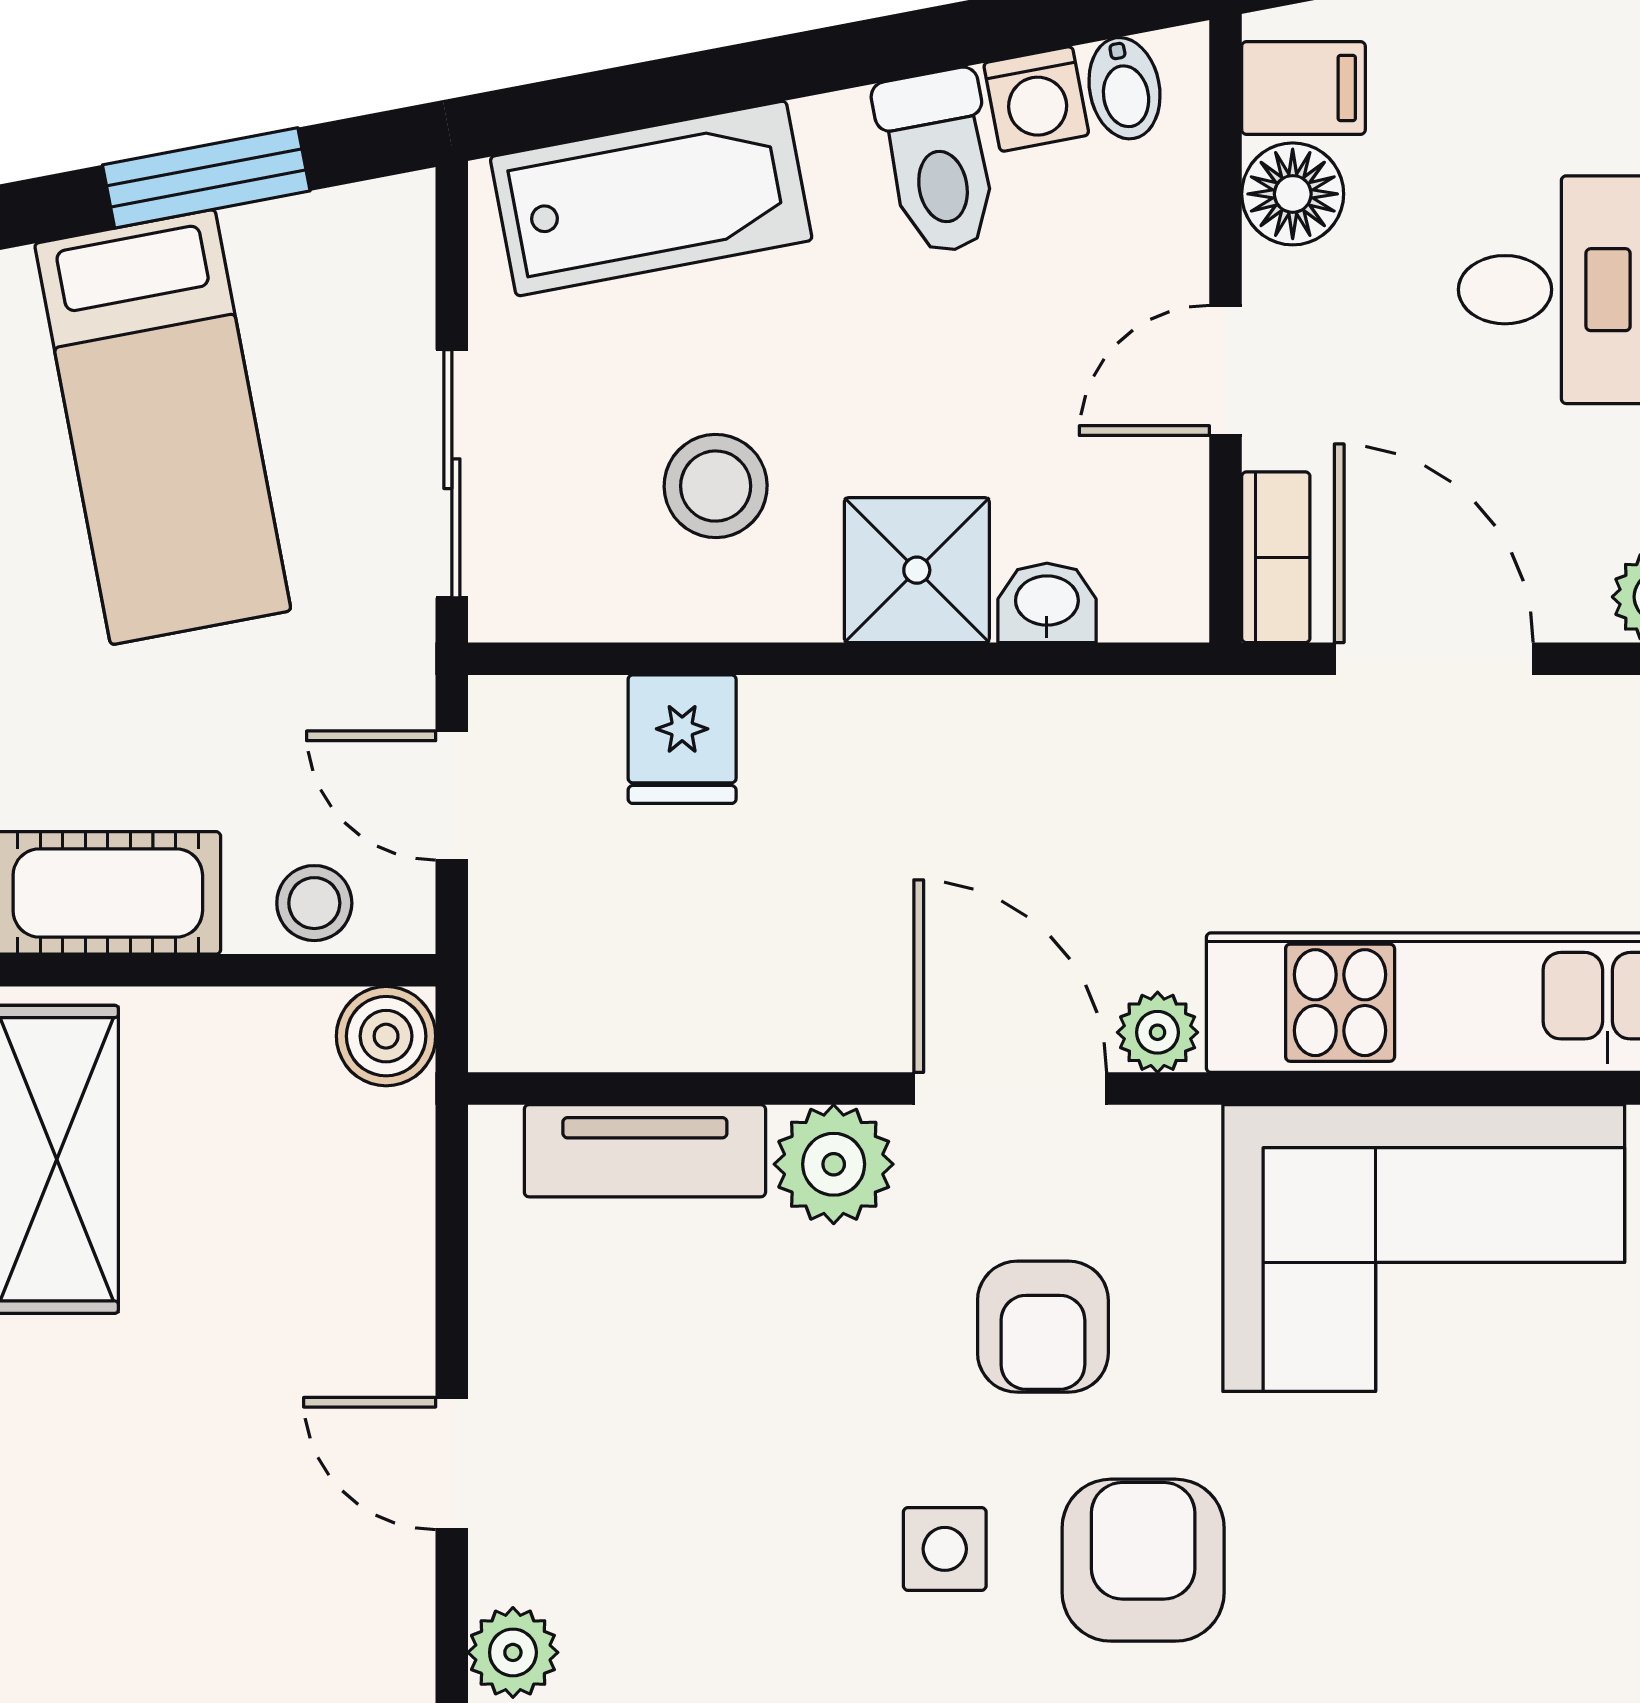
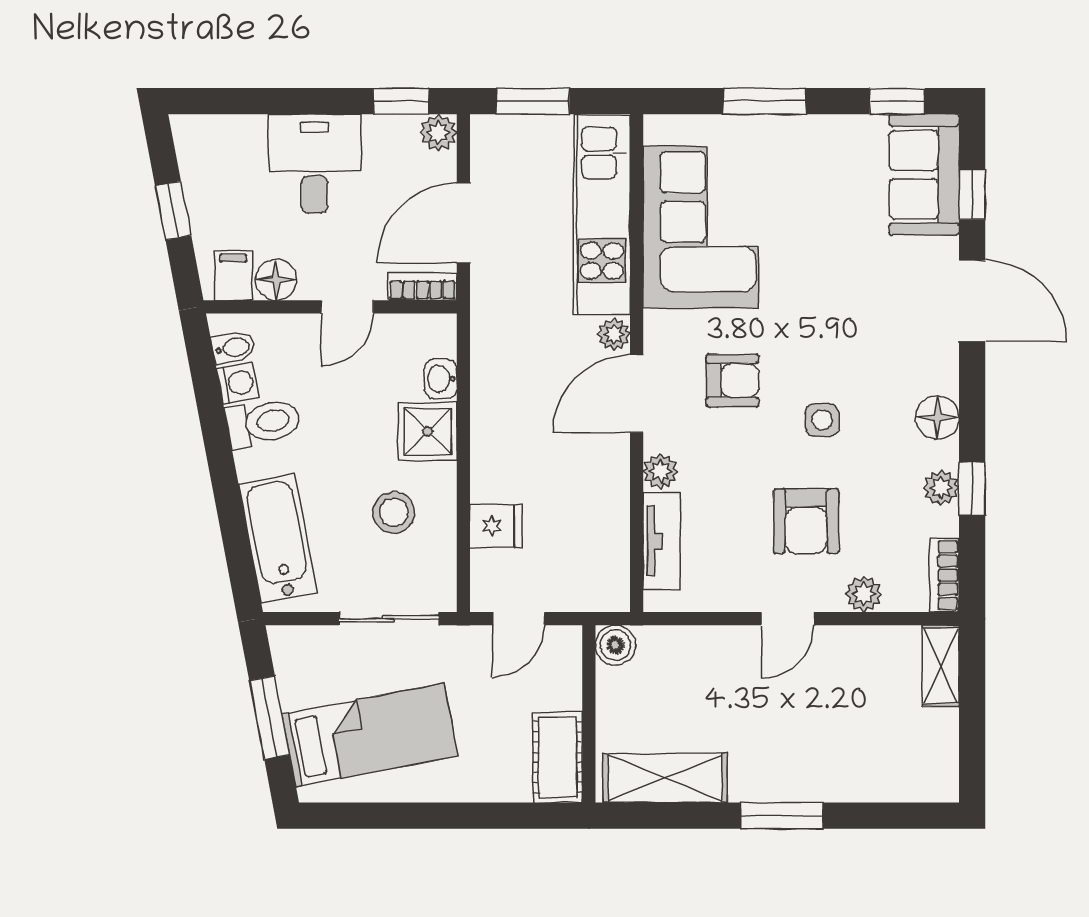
door: (1226, 370) -> (347, 307), hinge flipped
stool: (314, 903) -> (562, 674), removed
plant: (834, 1164) -> (660, 471), width x0.73, depth x0.73
armchair: (1143, 1560) -> (806, 521), moved, turned -90

